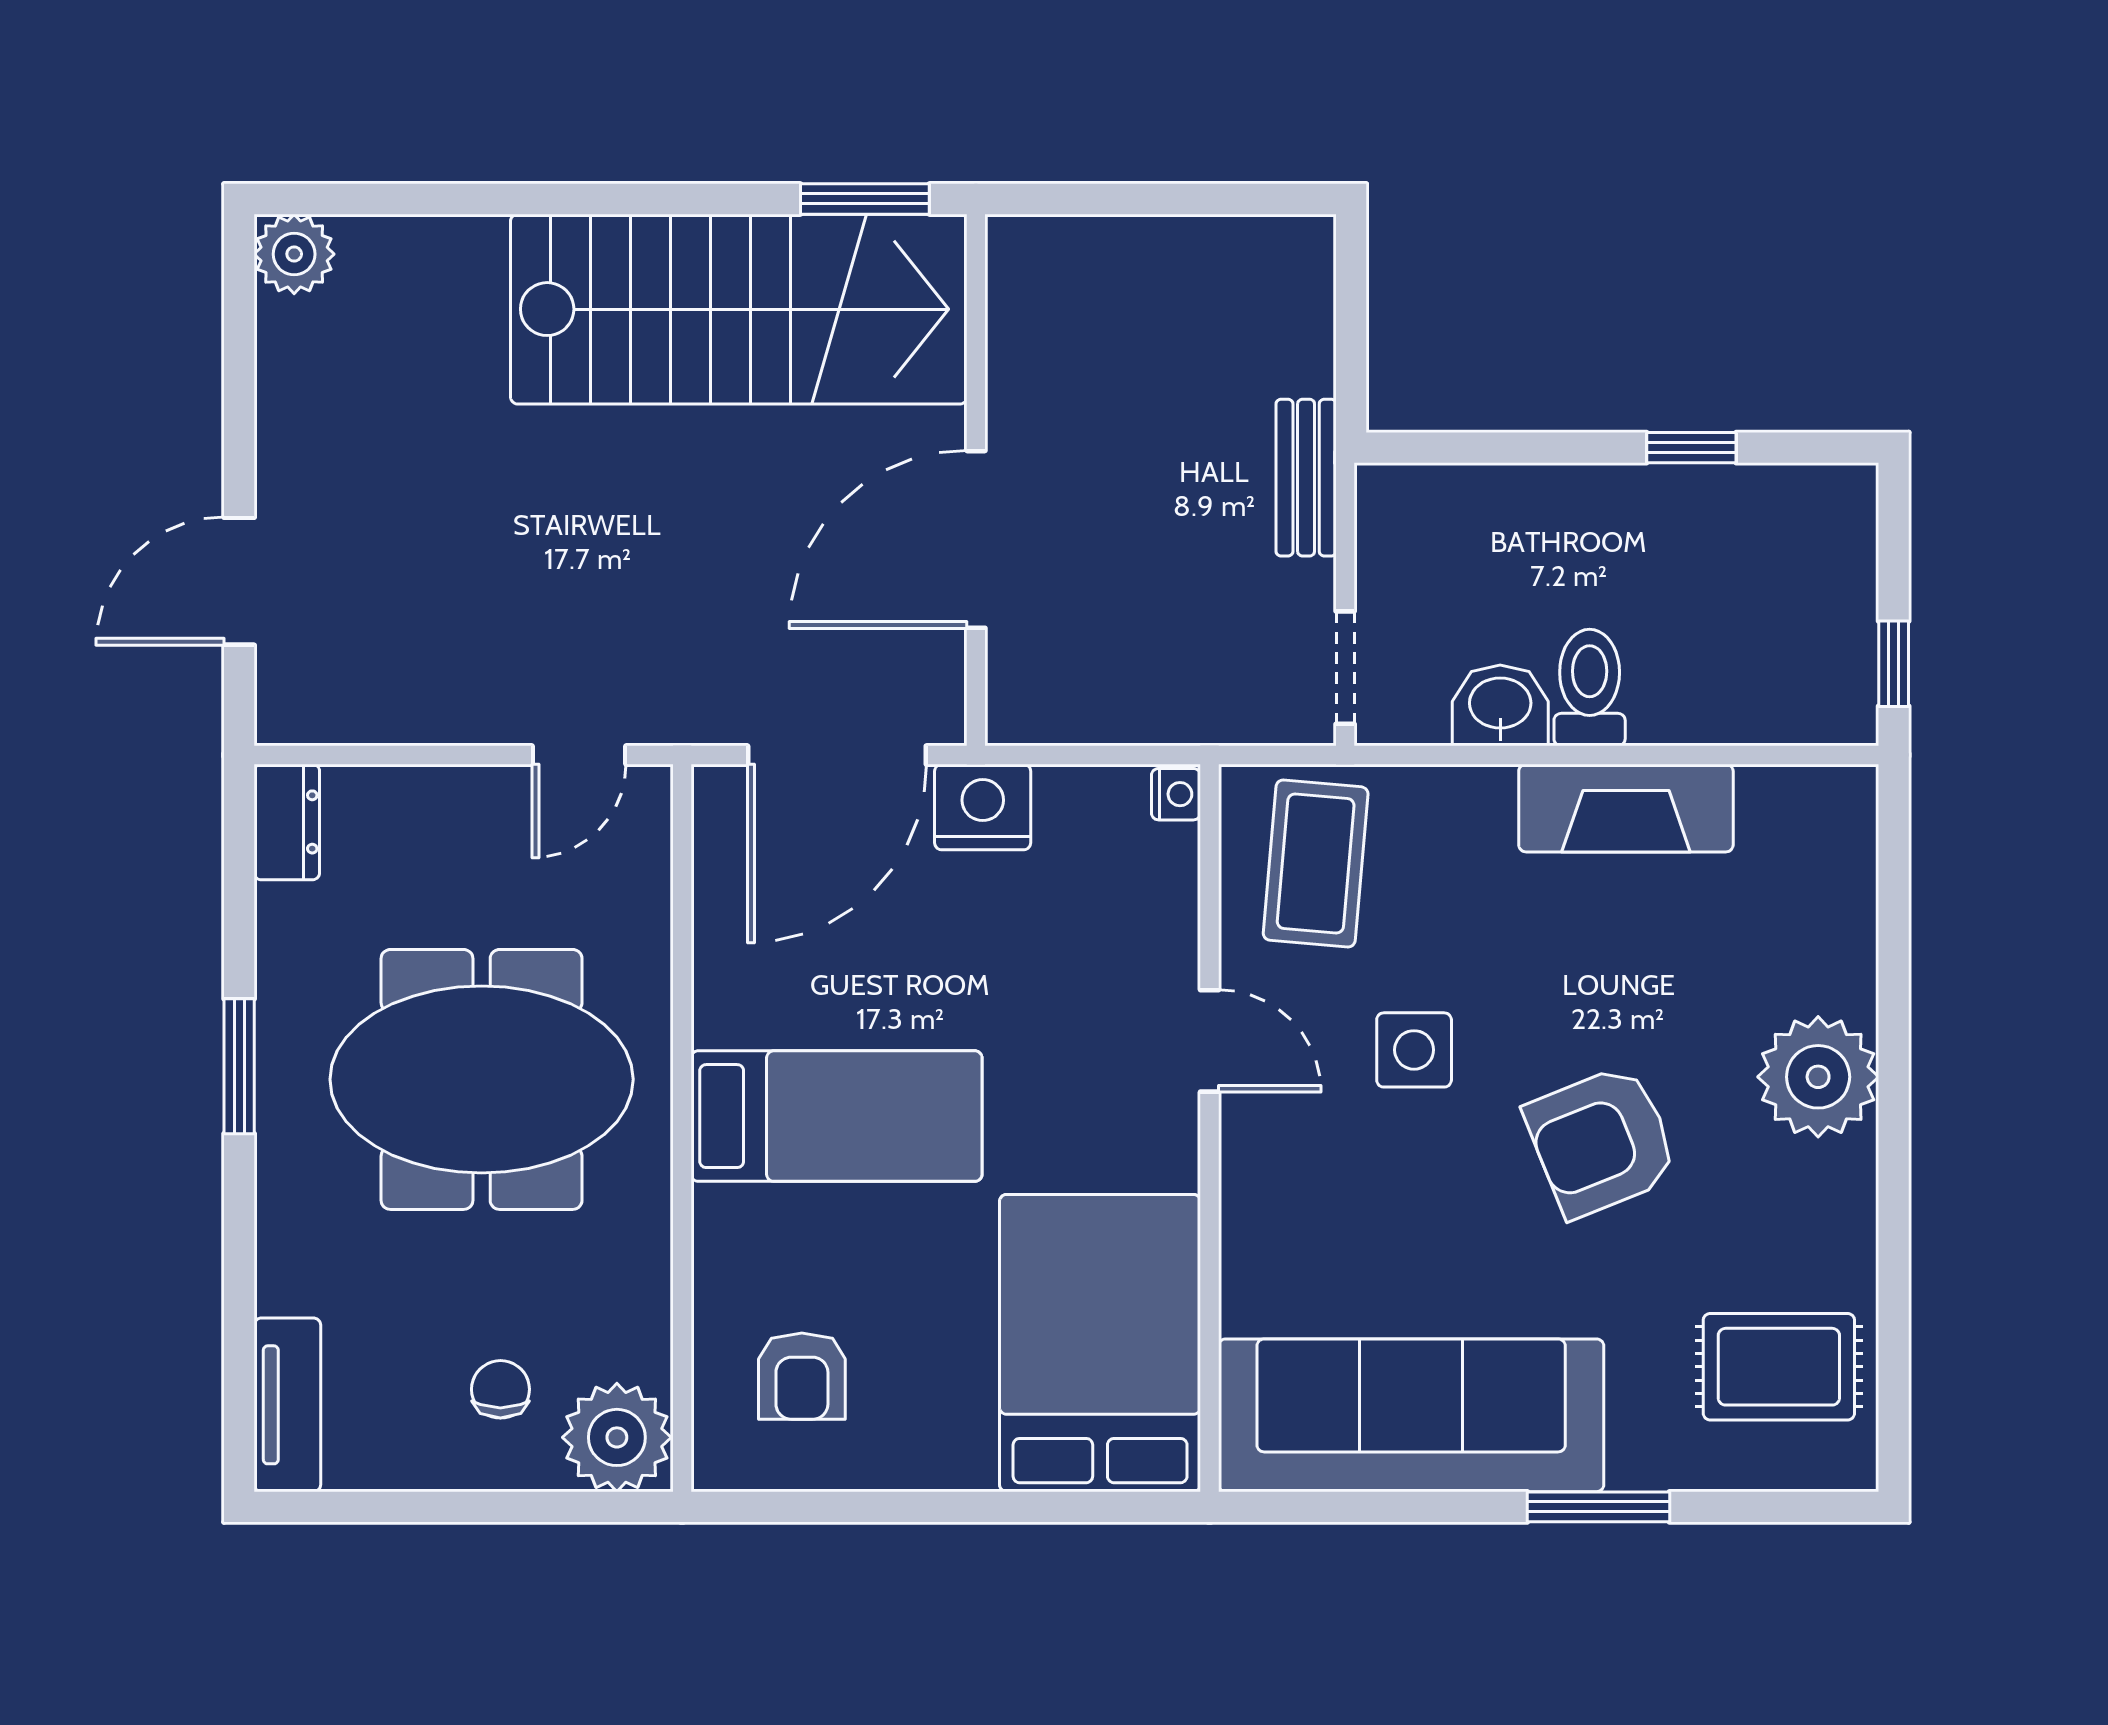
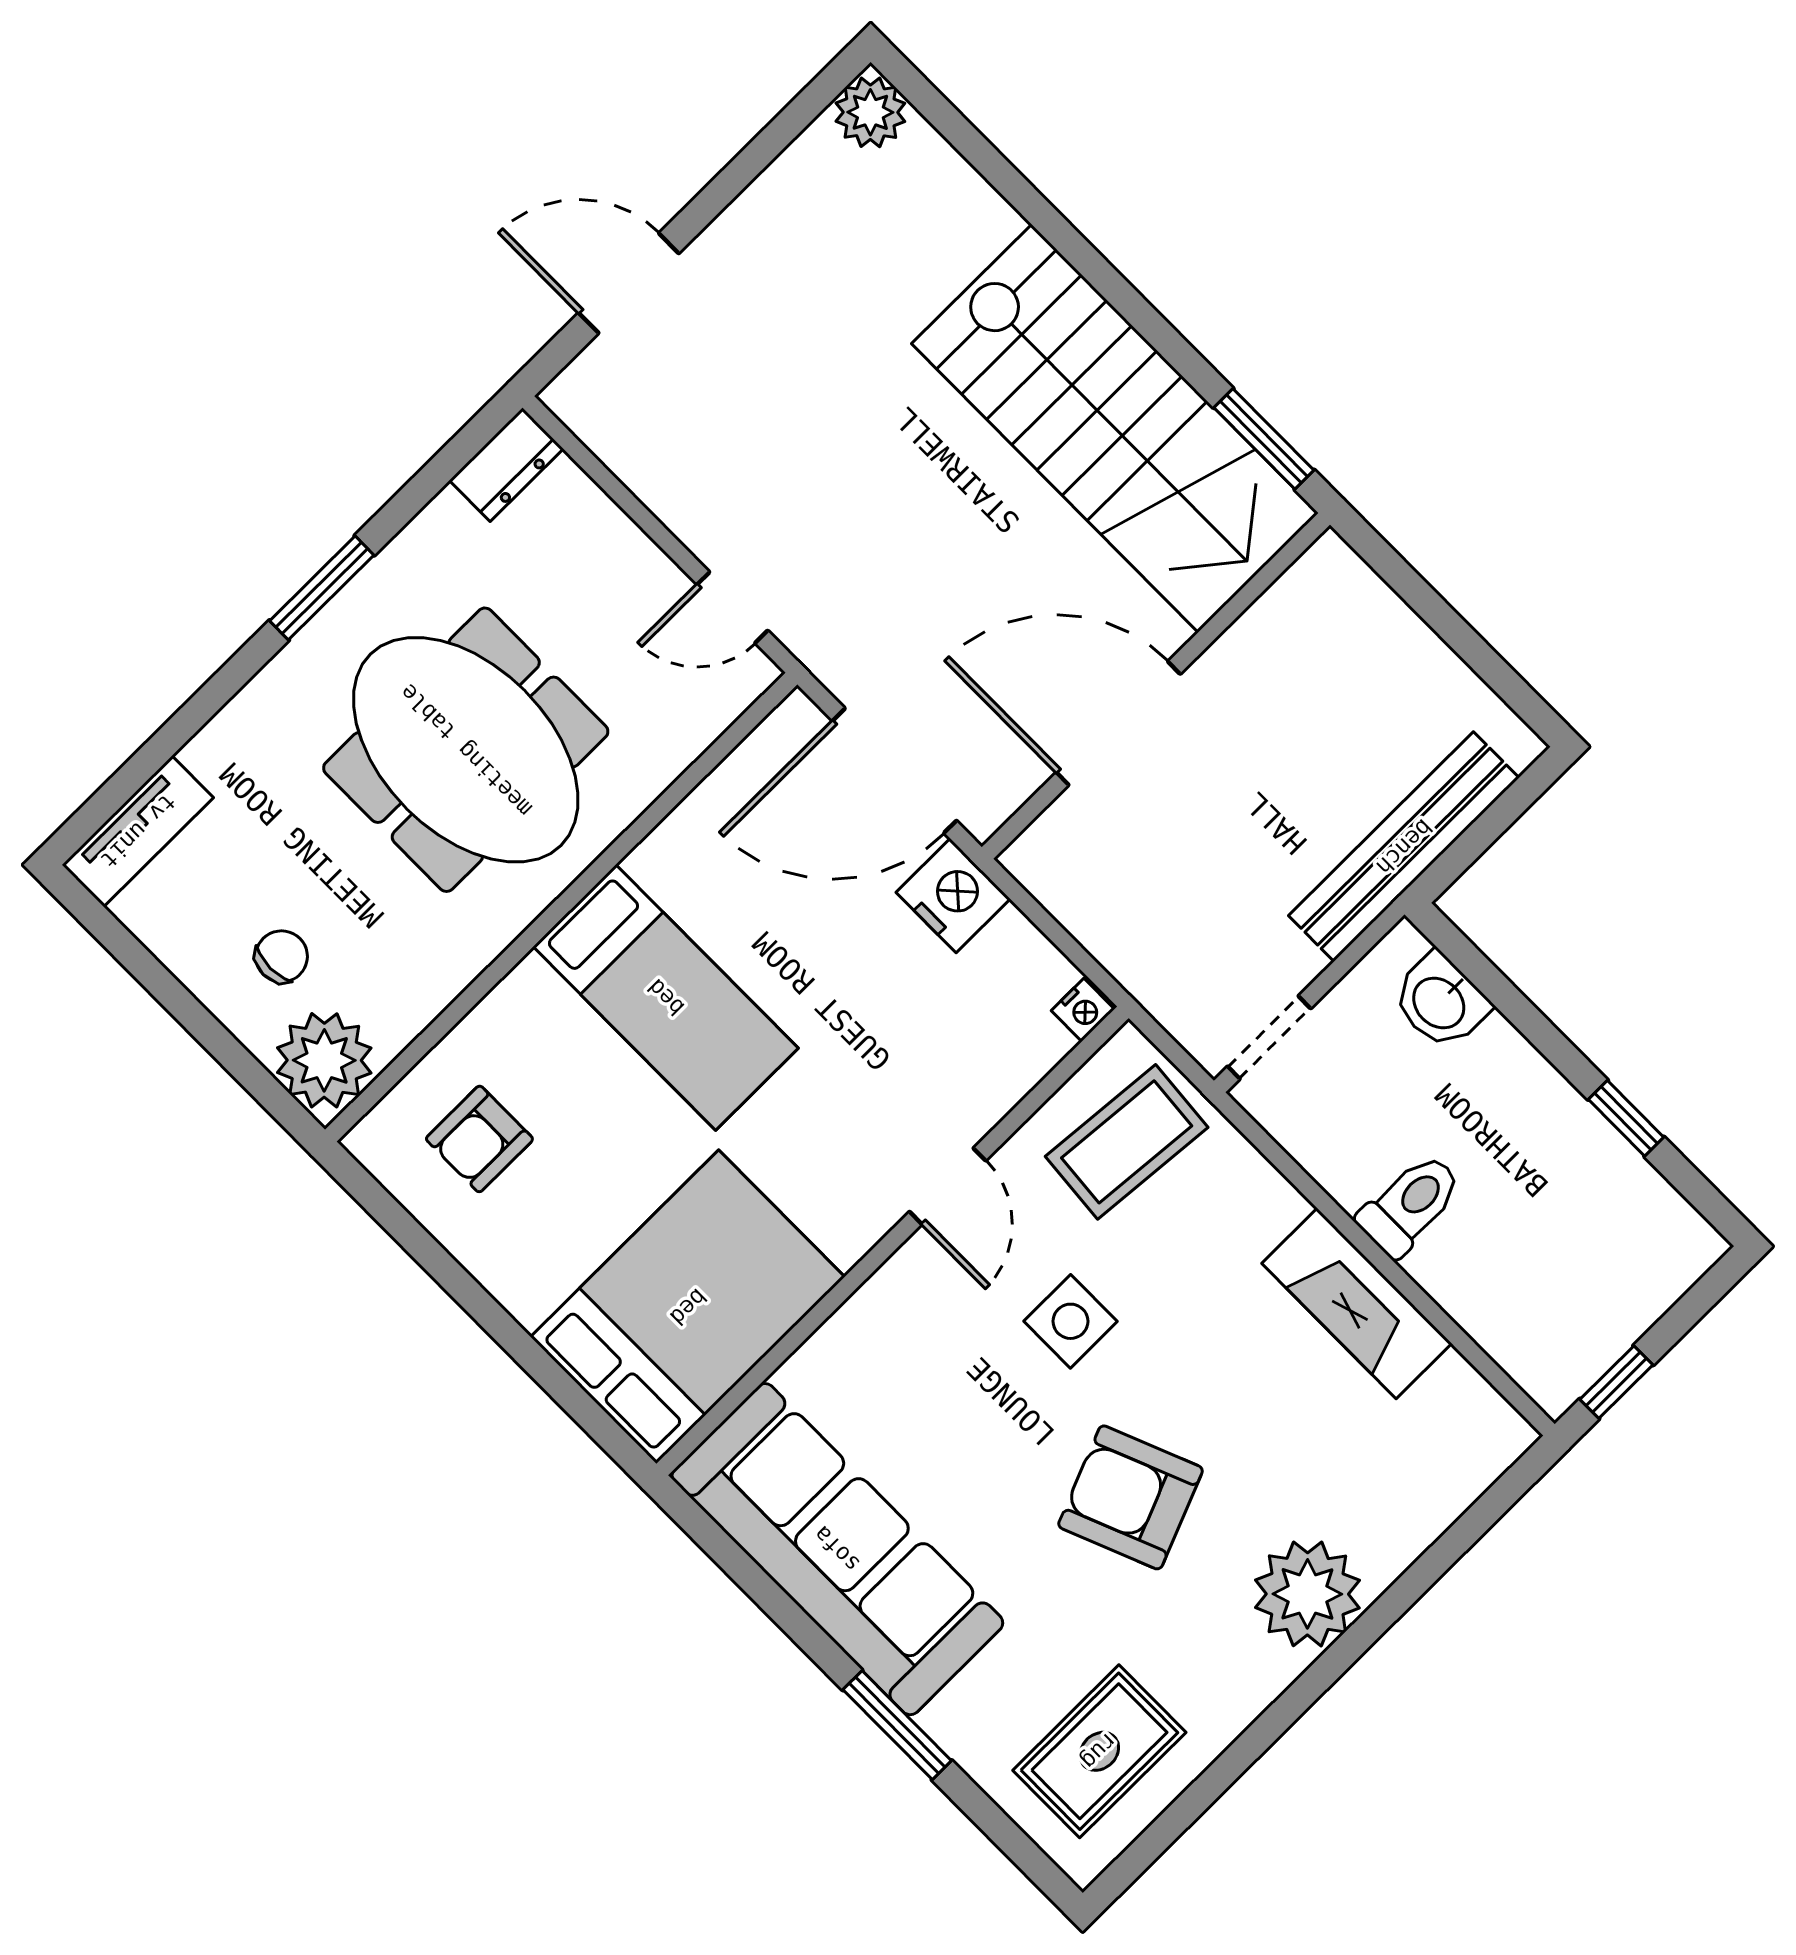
bench: (1306, 478) -> (1404, 847), width x1.86, depth x1.21
washbasin: (1500, 705) -> (1440, 1001), moved, turned 180
rug: (1779, 1367) -> (1099, 1751), turned 90

